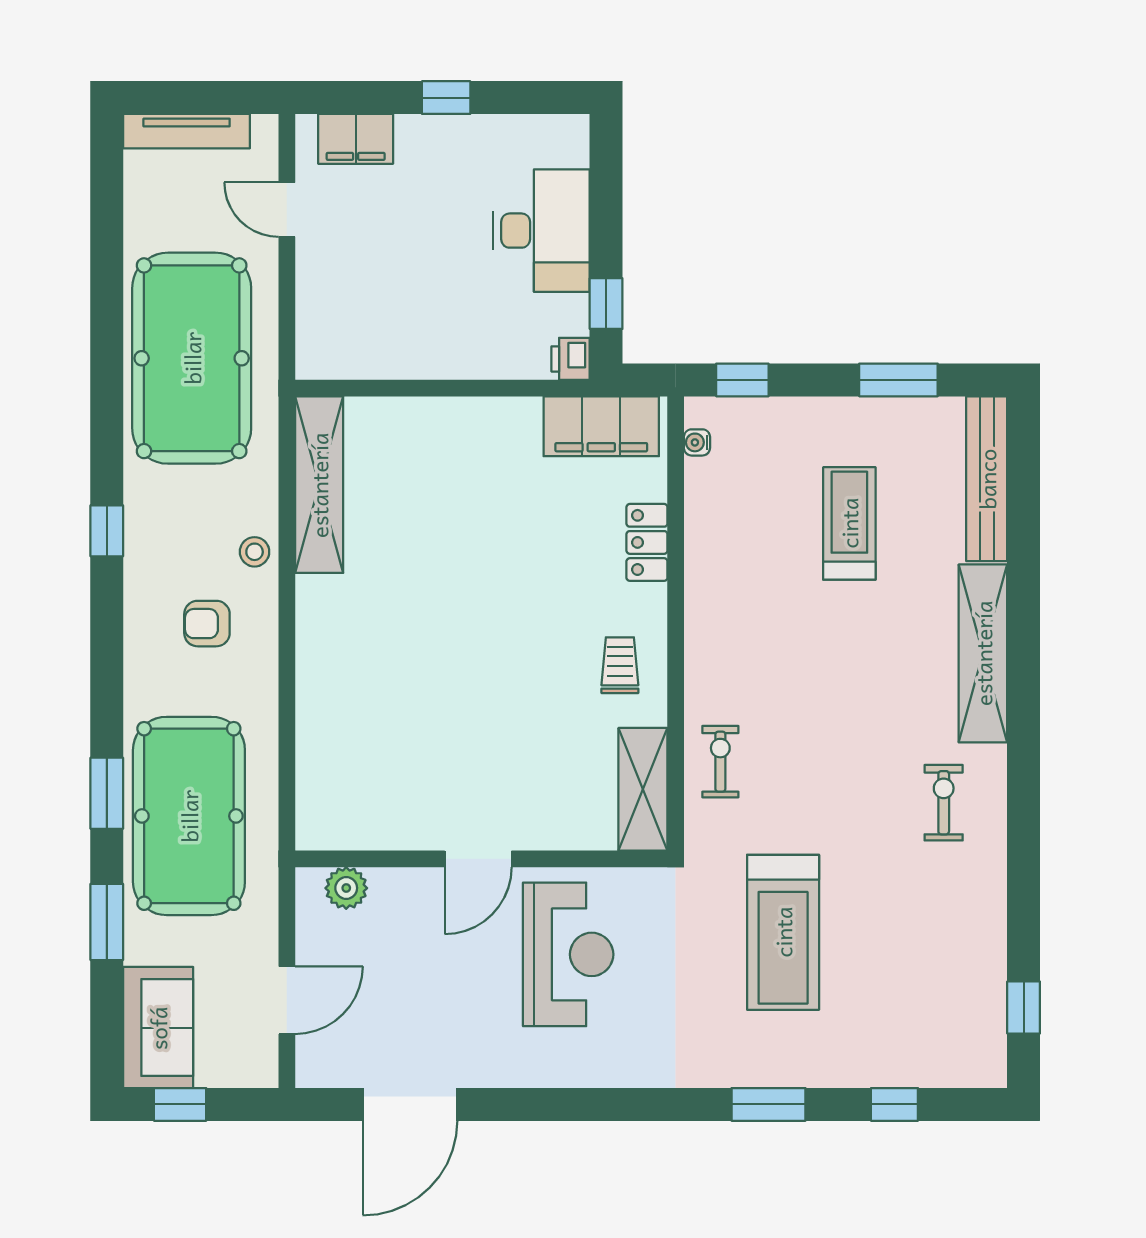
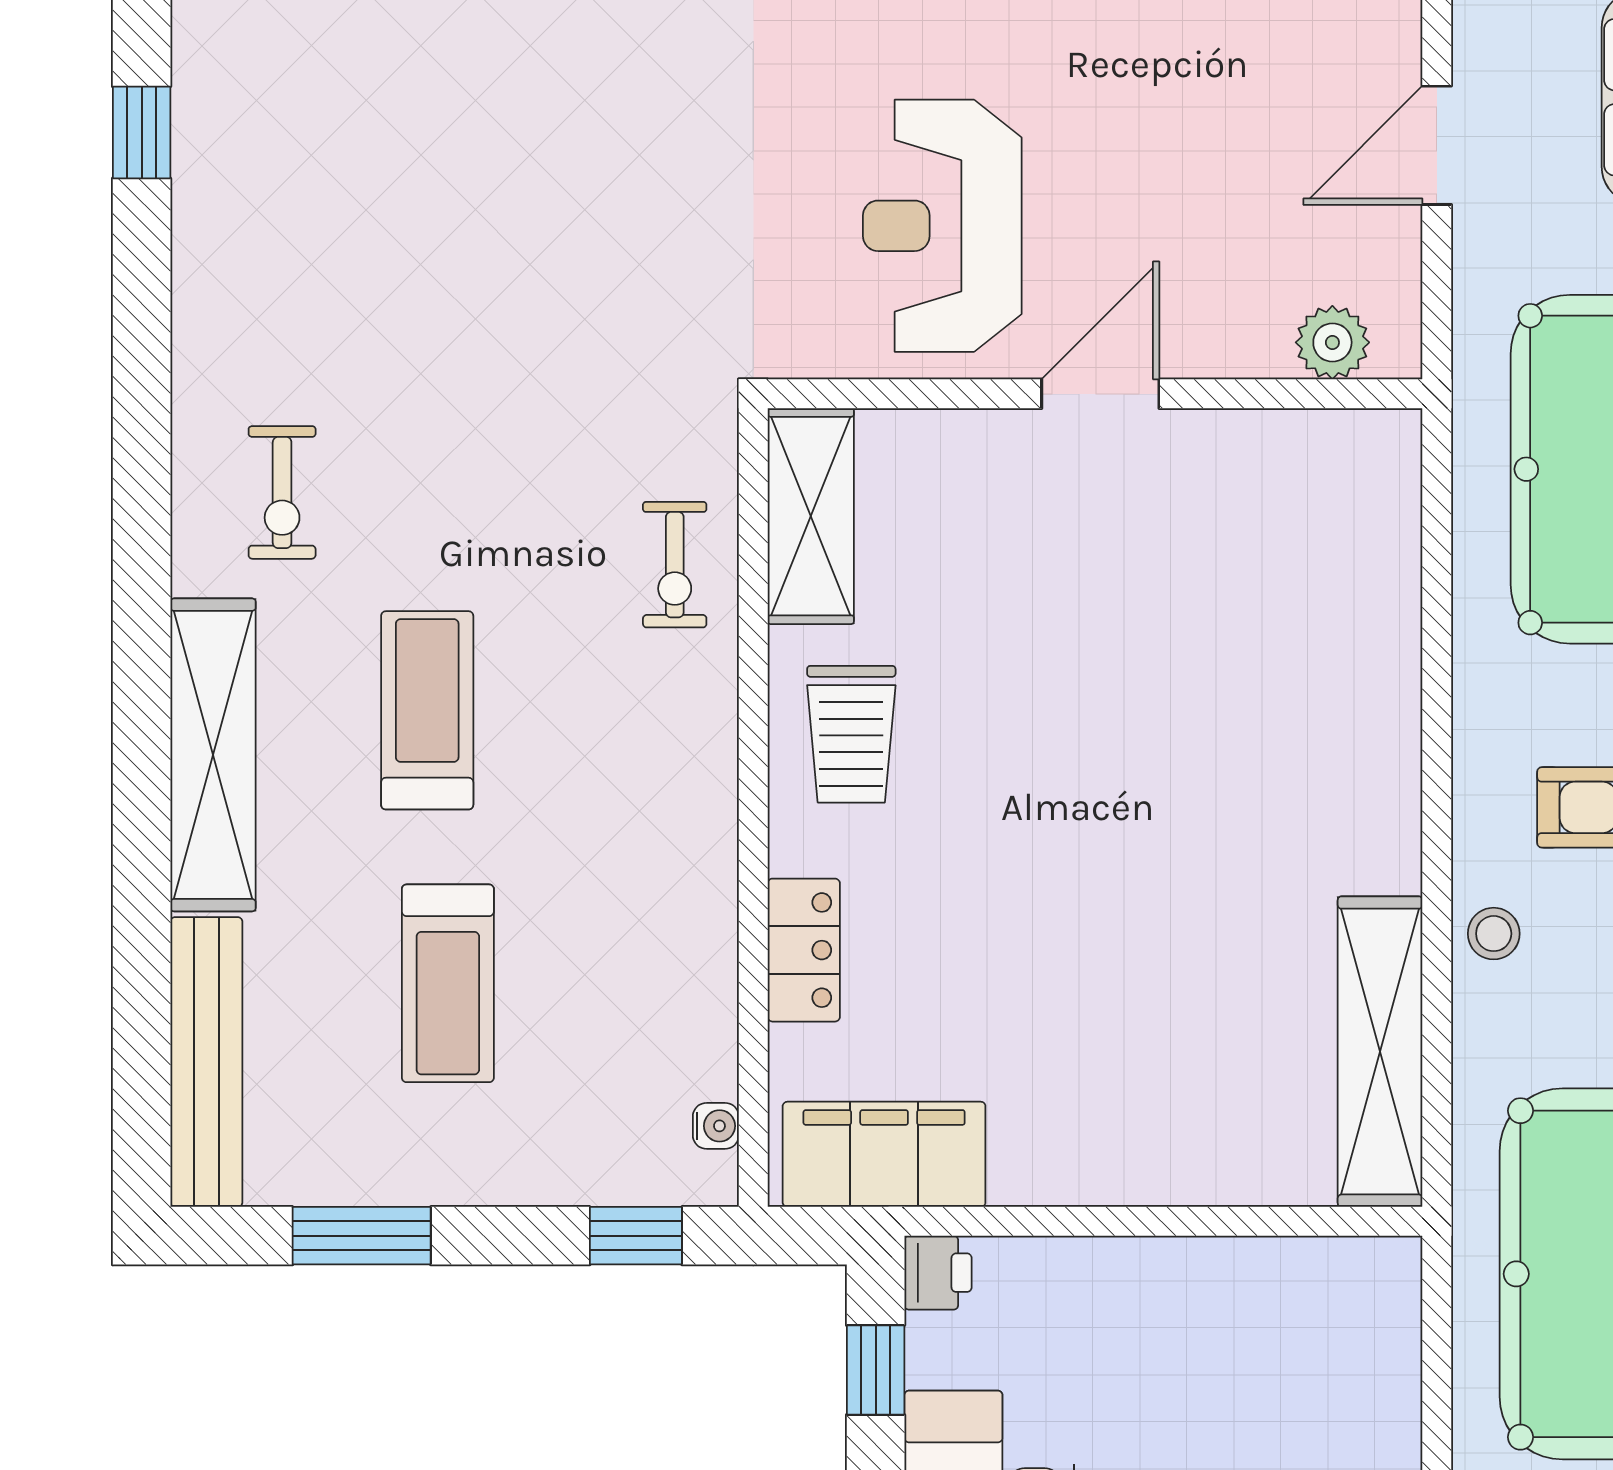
trolley: (620, 665) -> (851, 734), width x1.36, depth x1.39
treadmill: (783, 932) -> (427, 710), moved, width x0.73, depth x0.73

